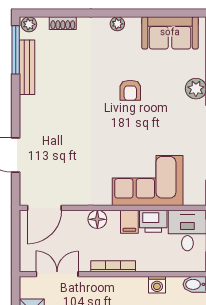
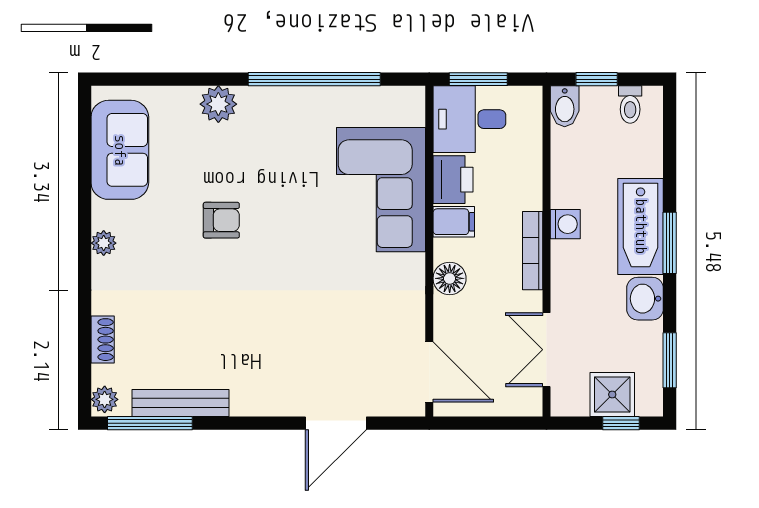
washing machine: (157, 285) -> (565, 224), moved

